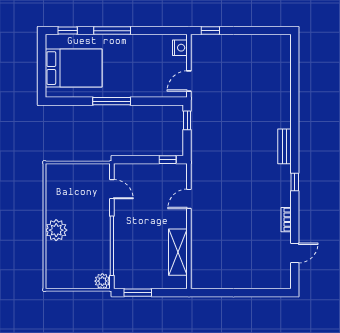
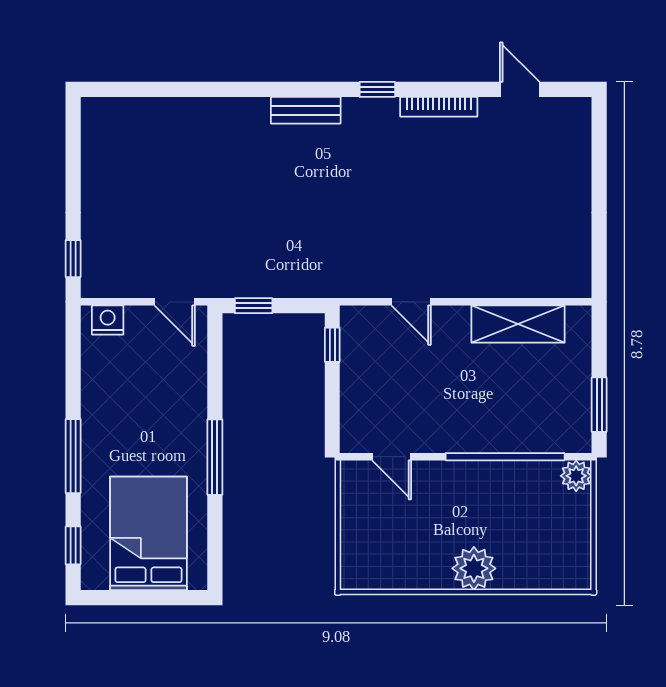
door: (112, 189) -> (392, 457), swing flipped
bookcase: (286, 220) -> (439, 107), width x1.56

